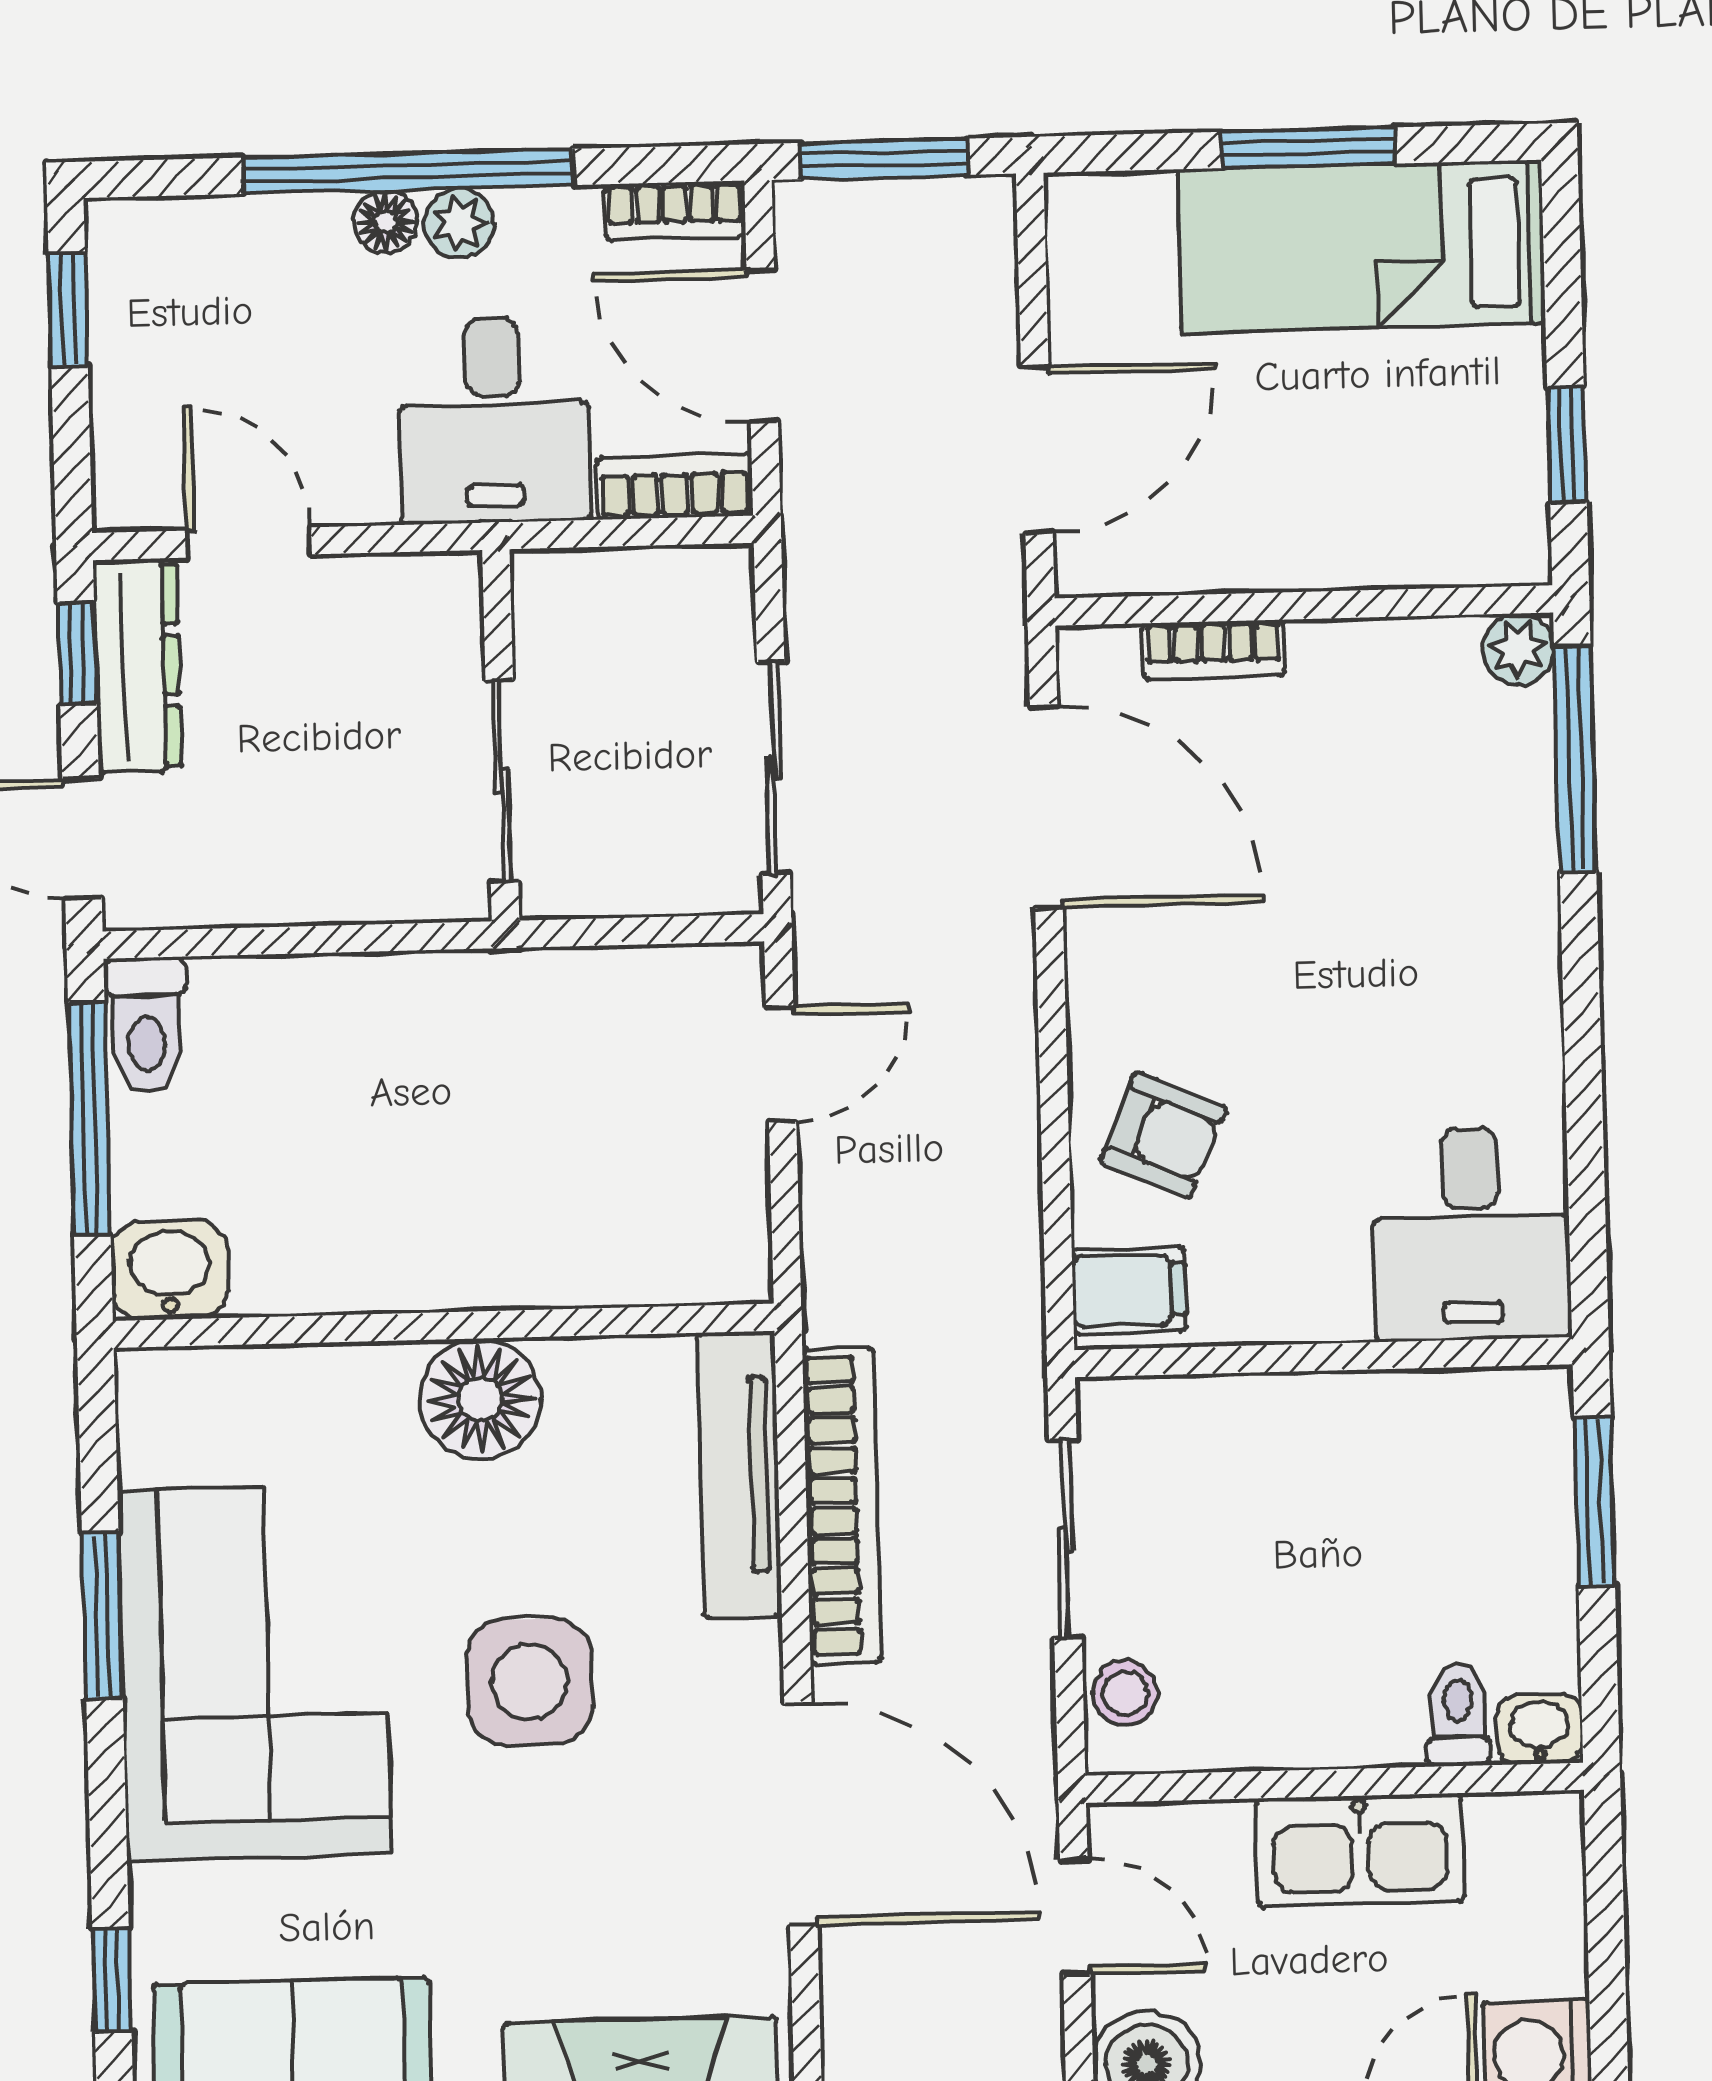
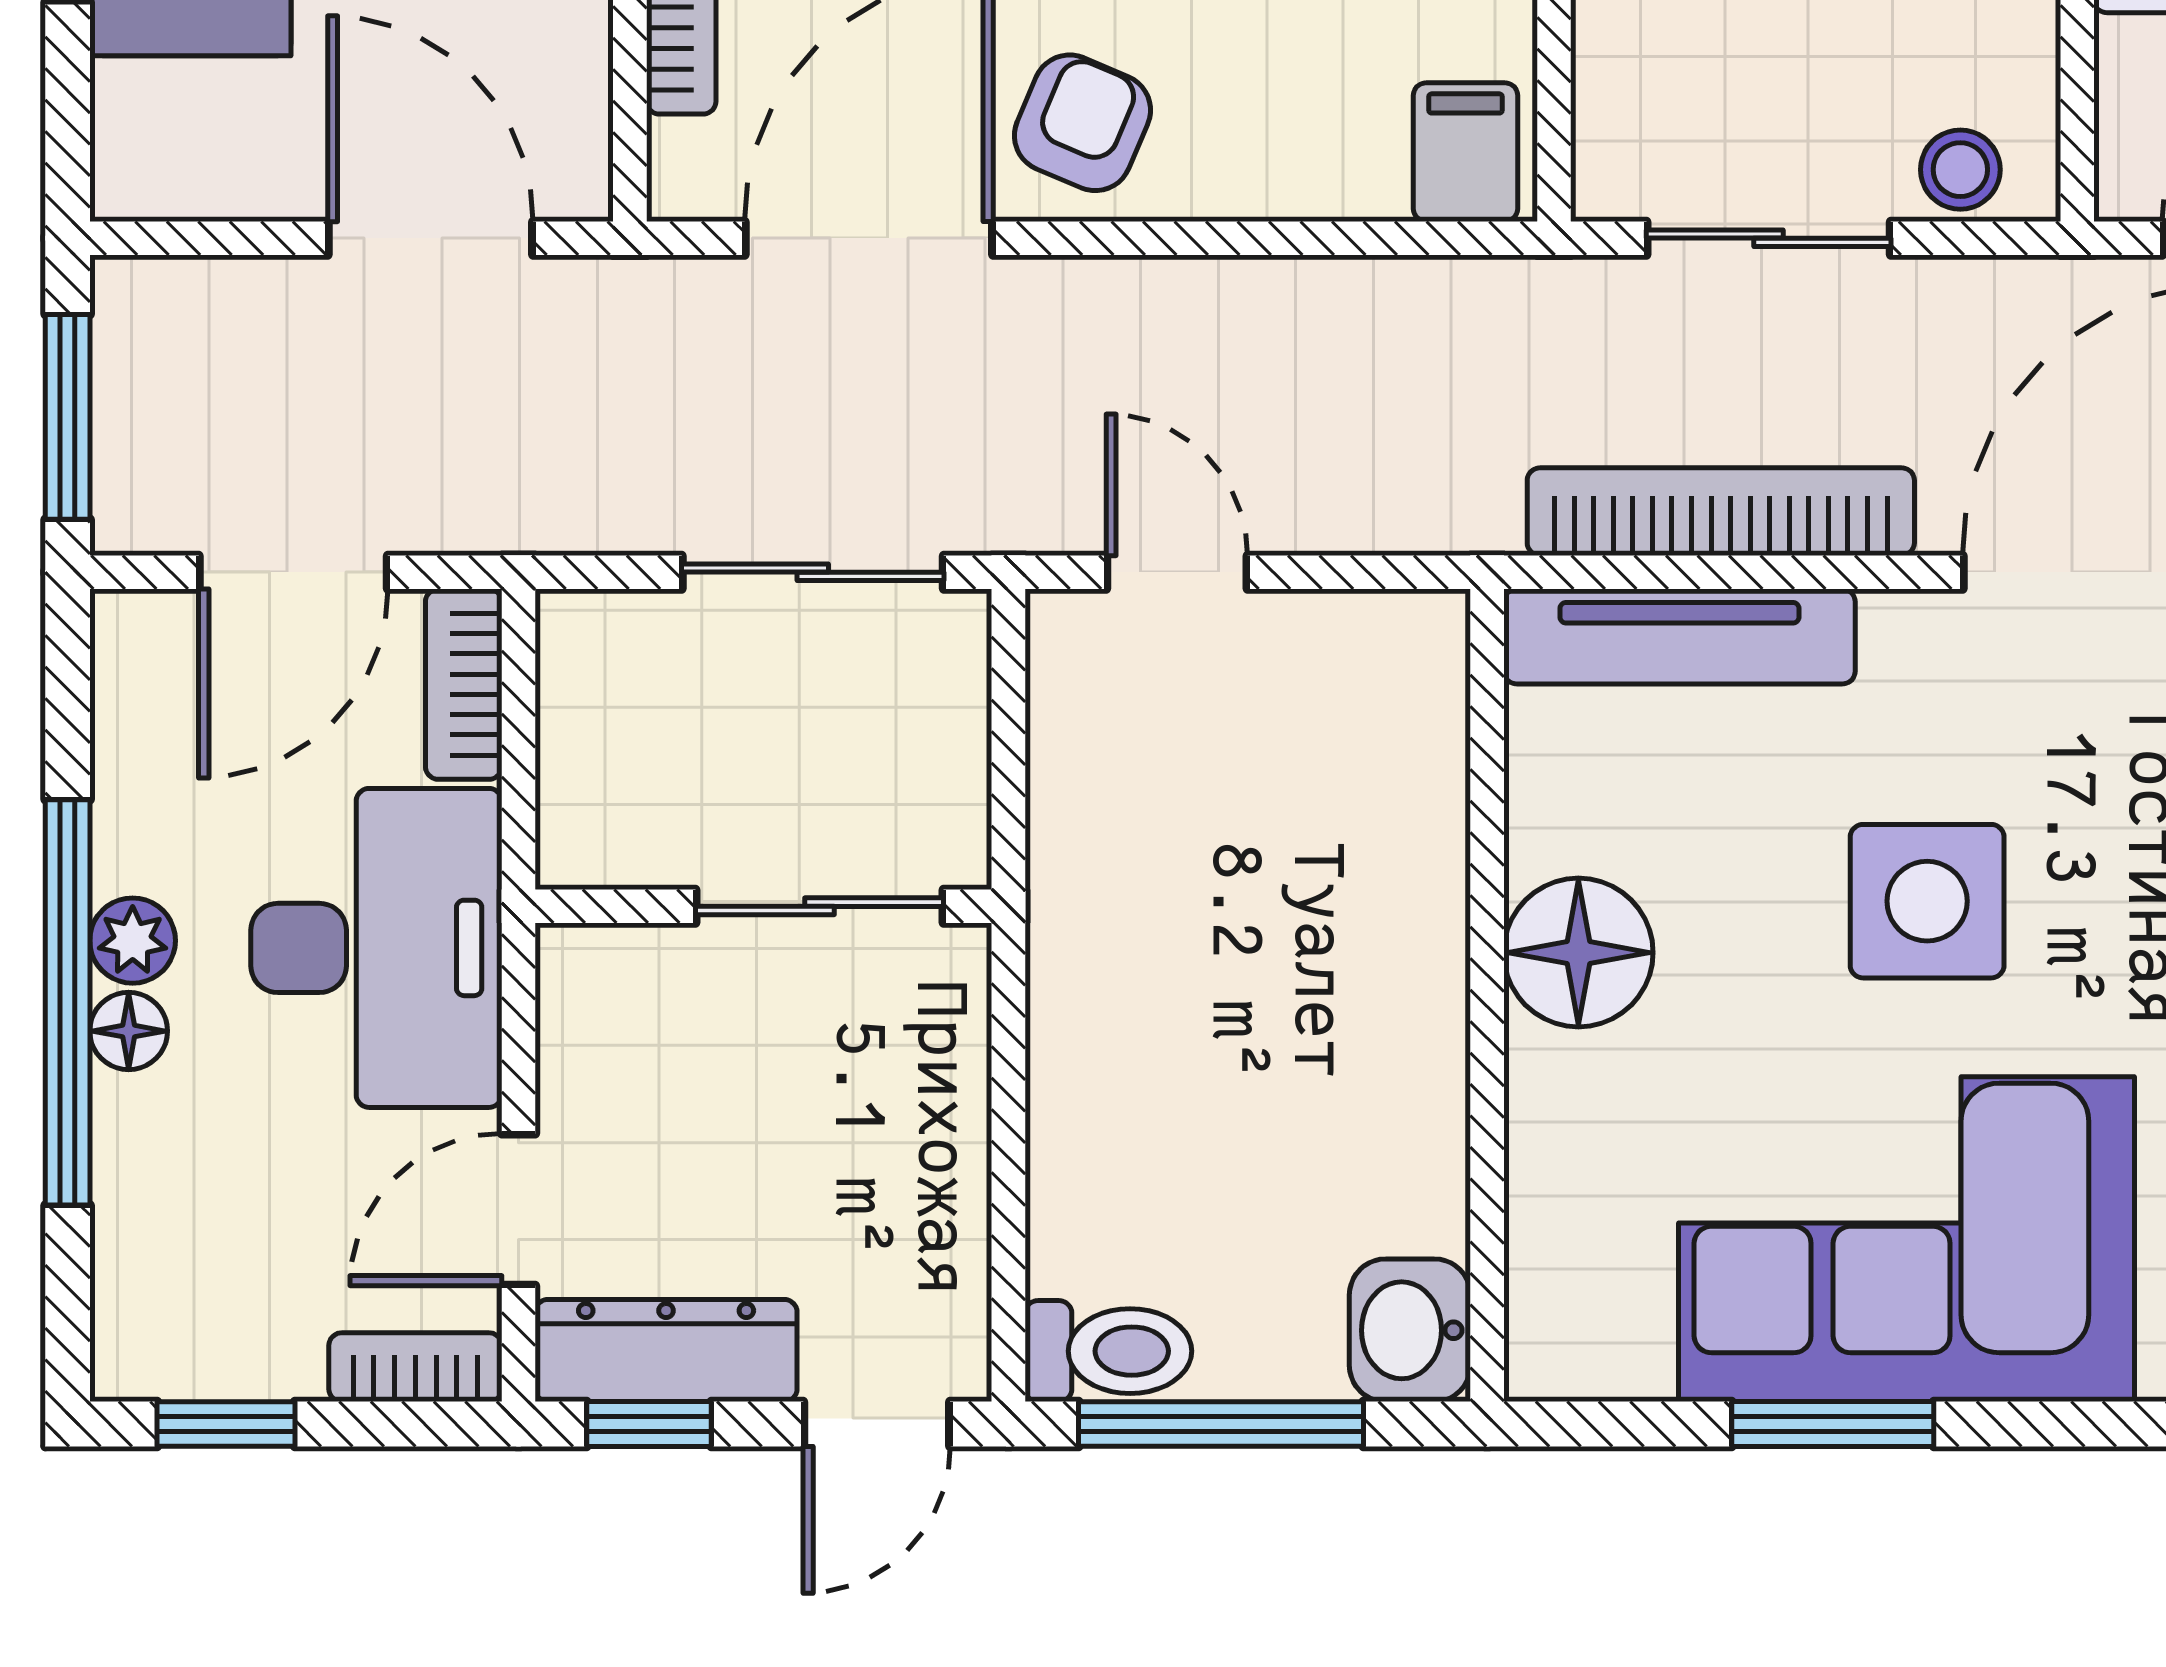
bookcase: (675, 211) -> (415, 1367), moved, turned -90
desk: (494, 420) -> (376, 948), width x1.37
armchair: (1163, 1135) -> (1082, 123), moved

